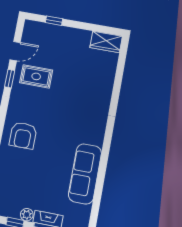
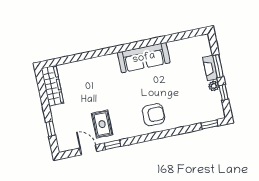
wardrobe: (106, 42) -> (52, 86), width x1.50
sofa: (85, 174) -> (144, 58), moved

